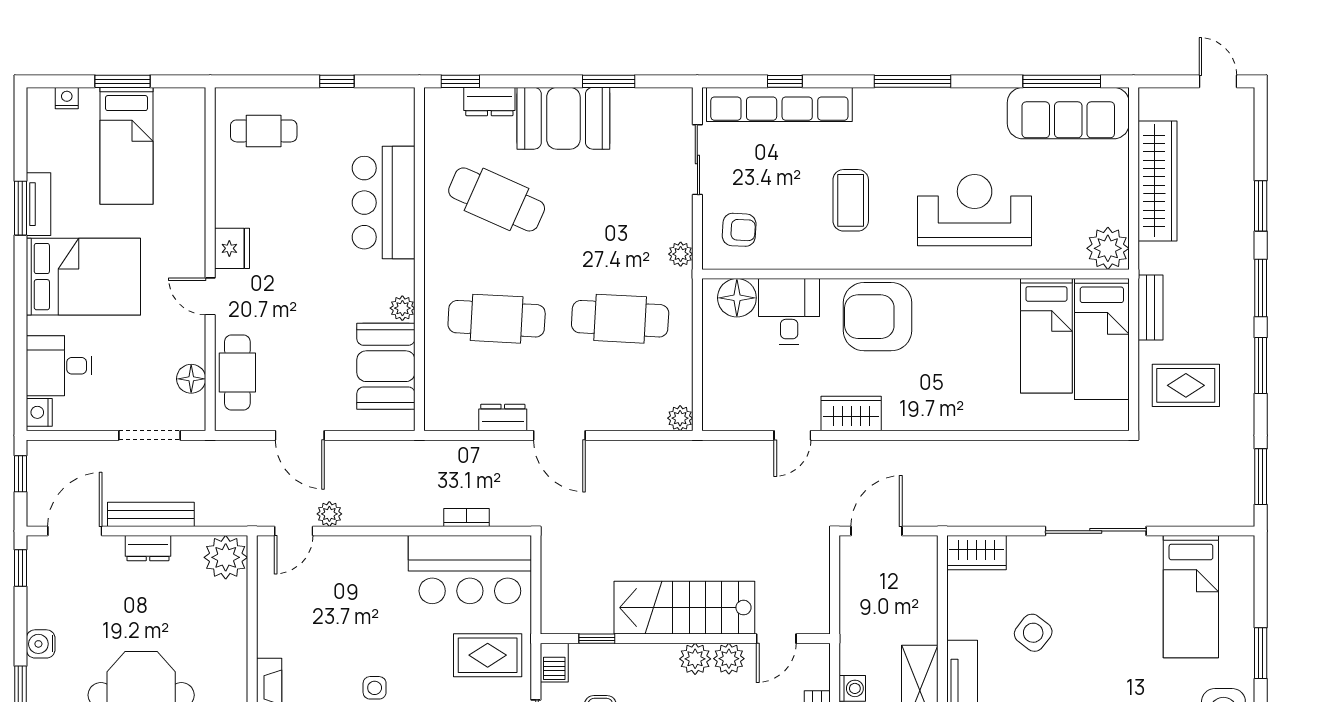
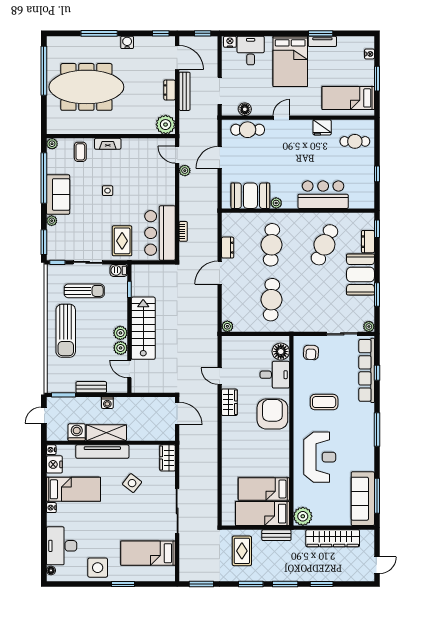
cafe table: (264, 131) -> (355, 141), turned 90
bed: (127, 146) -> (348, 98), moved
fridge: (232, 248) -> (322, 127), moved
plant: (681, 254) -> (369, 327), moved

